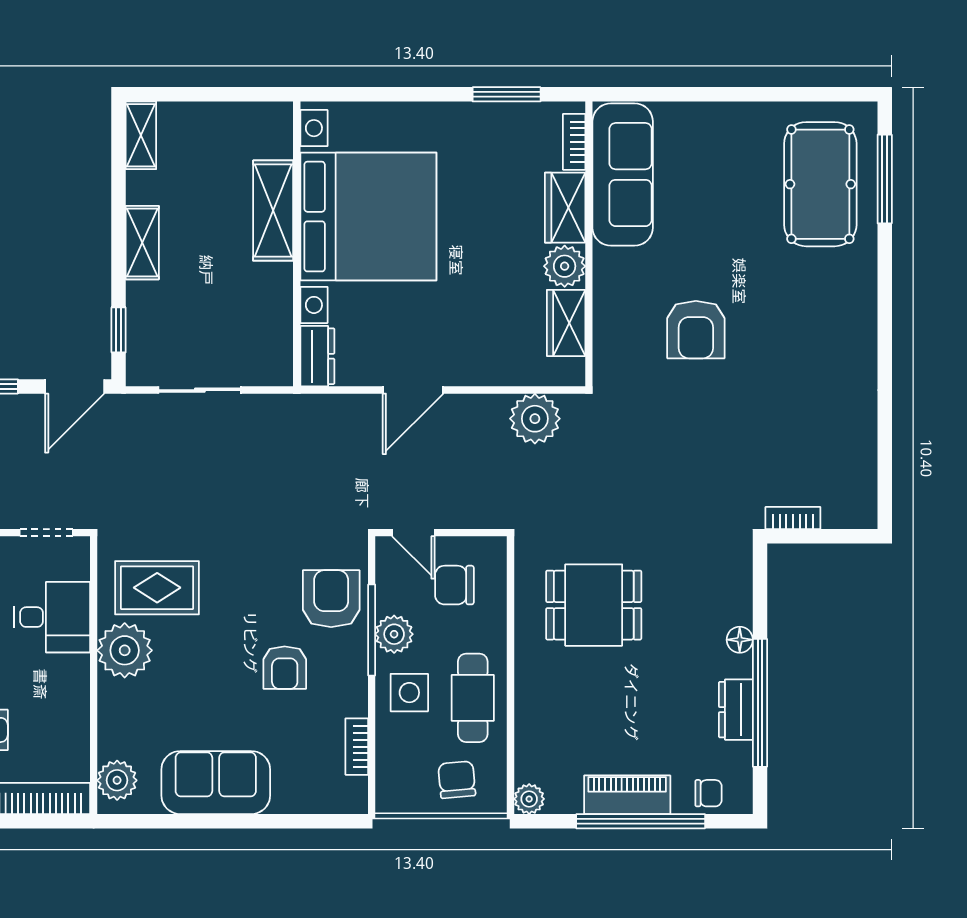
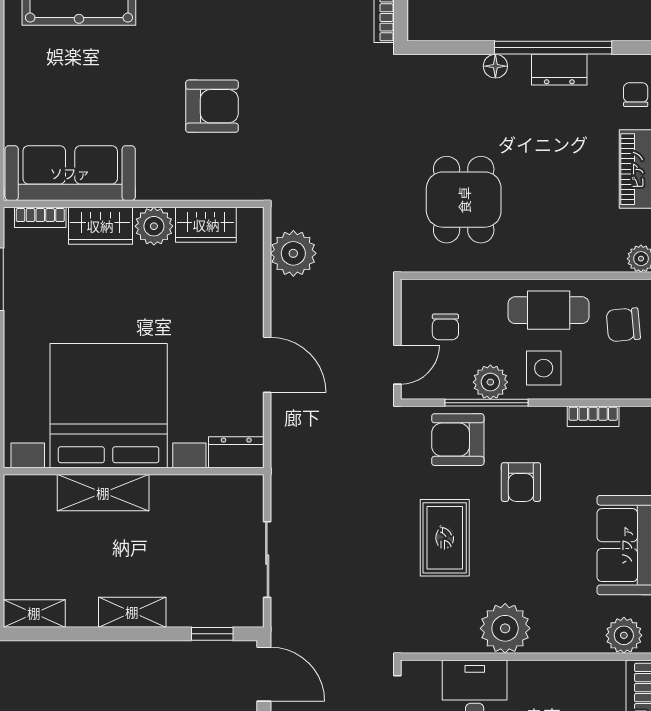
chair: (454, 585) -> (445, 327), width x0.73, depth x0.73
rug: (157, 588) -> (445, 538), moved
armchair: (285, 668) -> (521, 482), turned 90

